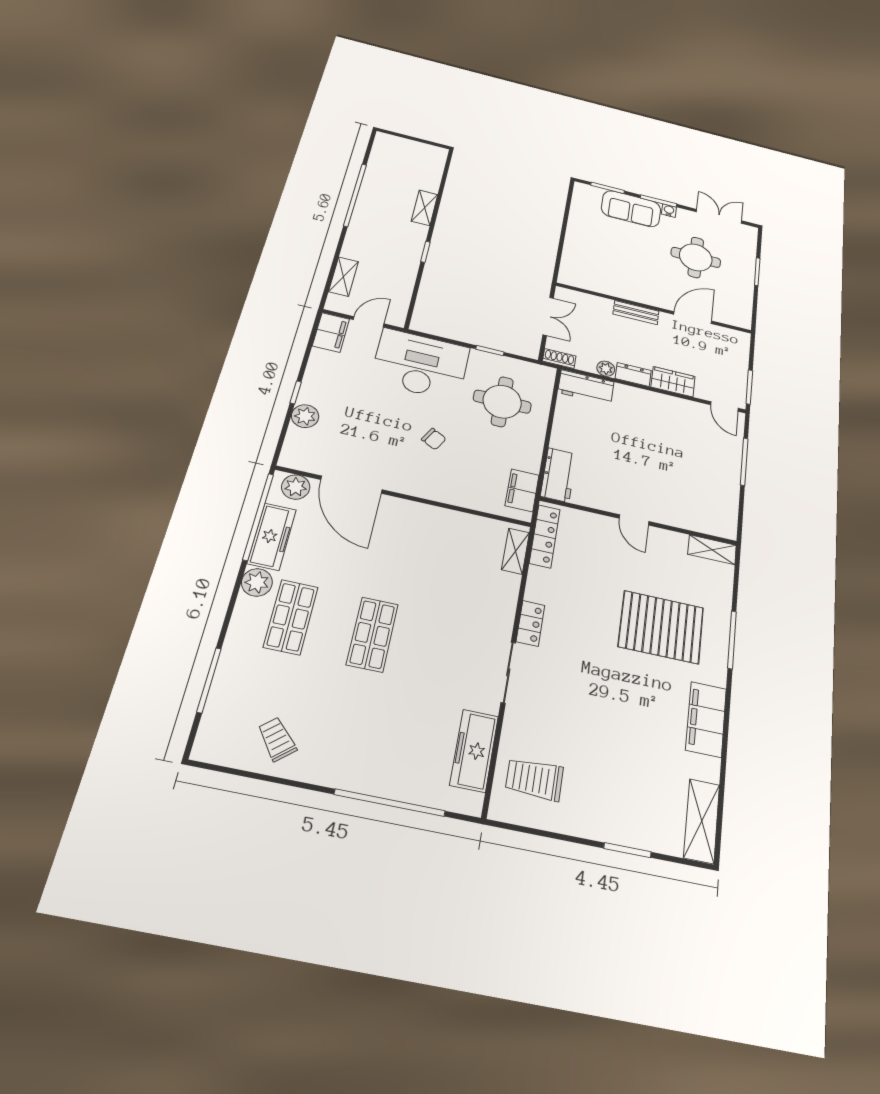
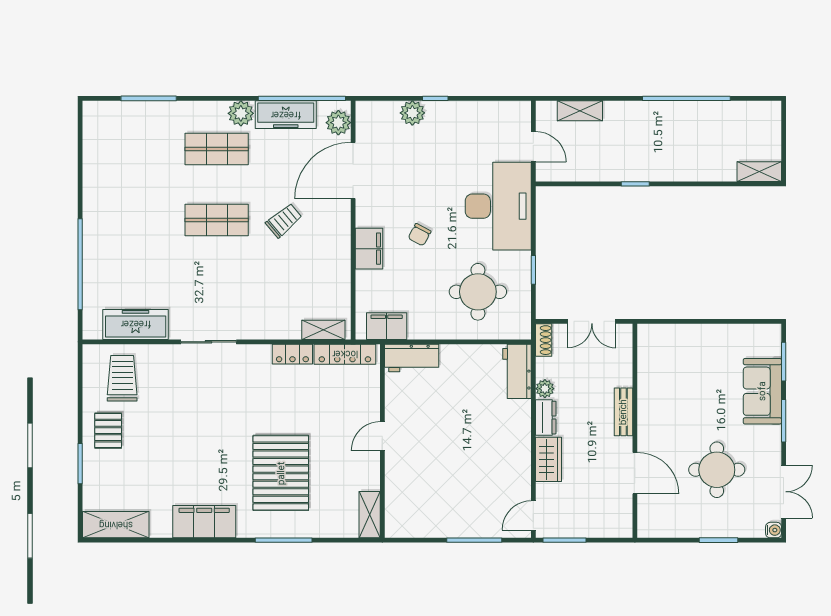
shelving: (425, 208) -> (759, 172), moved
water cooler: (669, 211) -> (774, 530), moved
filing cabinet: (331, 332) -> (369, 249), moved, turned -90
locker: (530, 623) -> (292, 354), moved
trolley: (277, 739) -> (284, 221), moved
pallet: (593, 808) -> (108, 431), added

